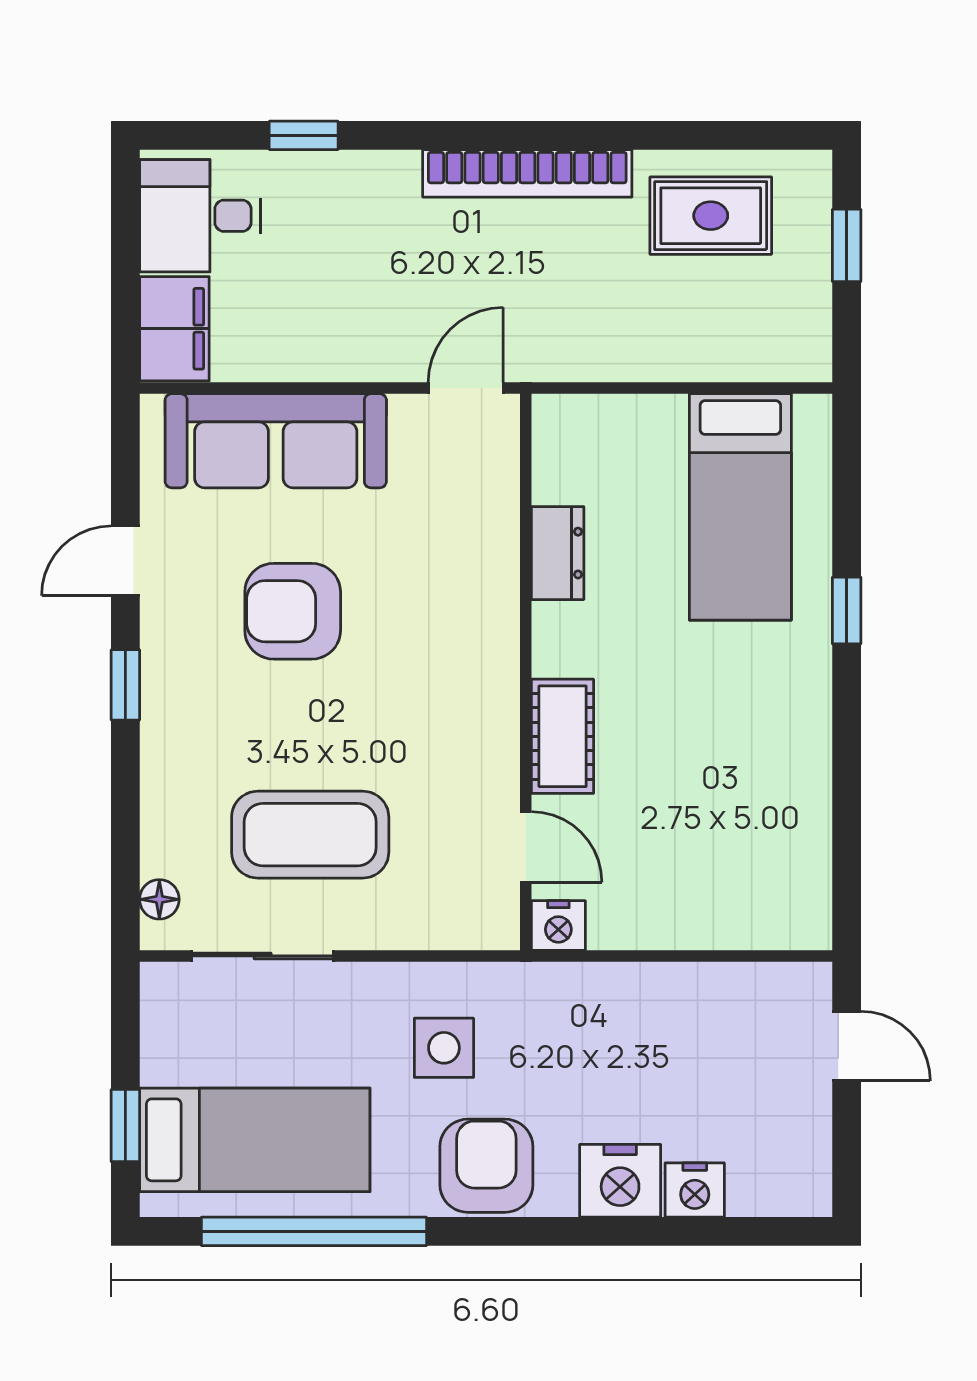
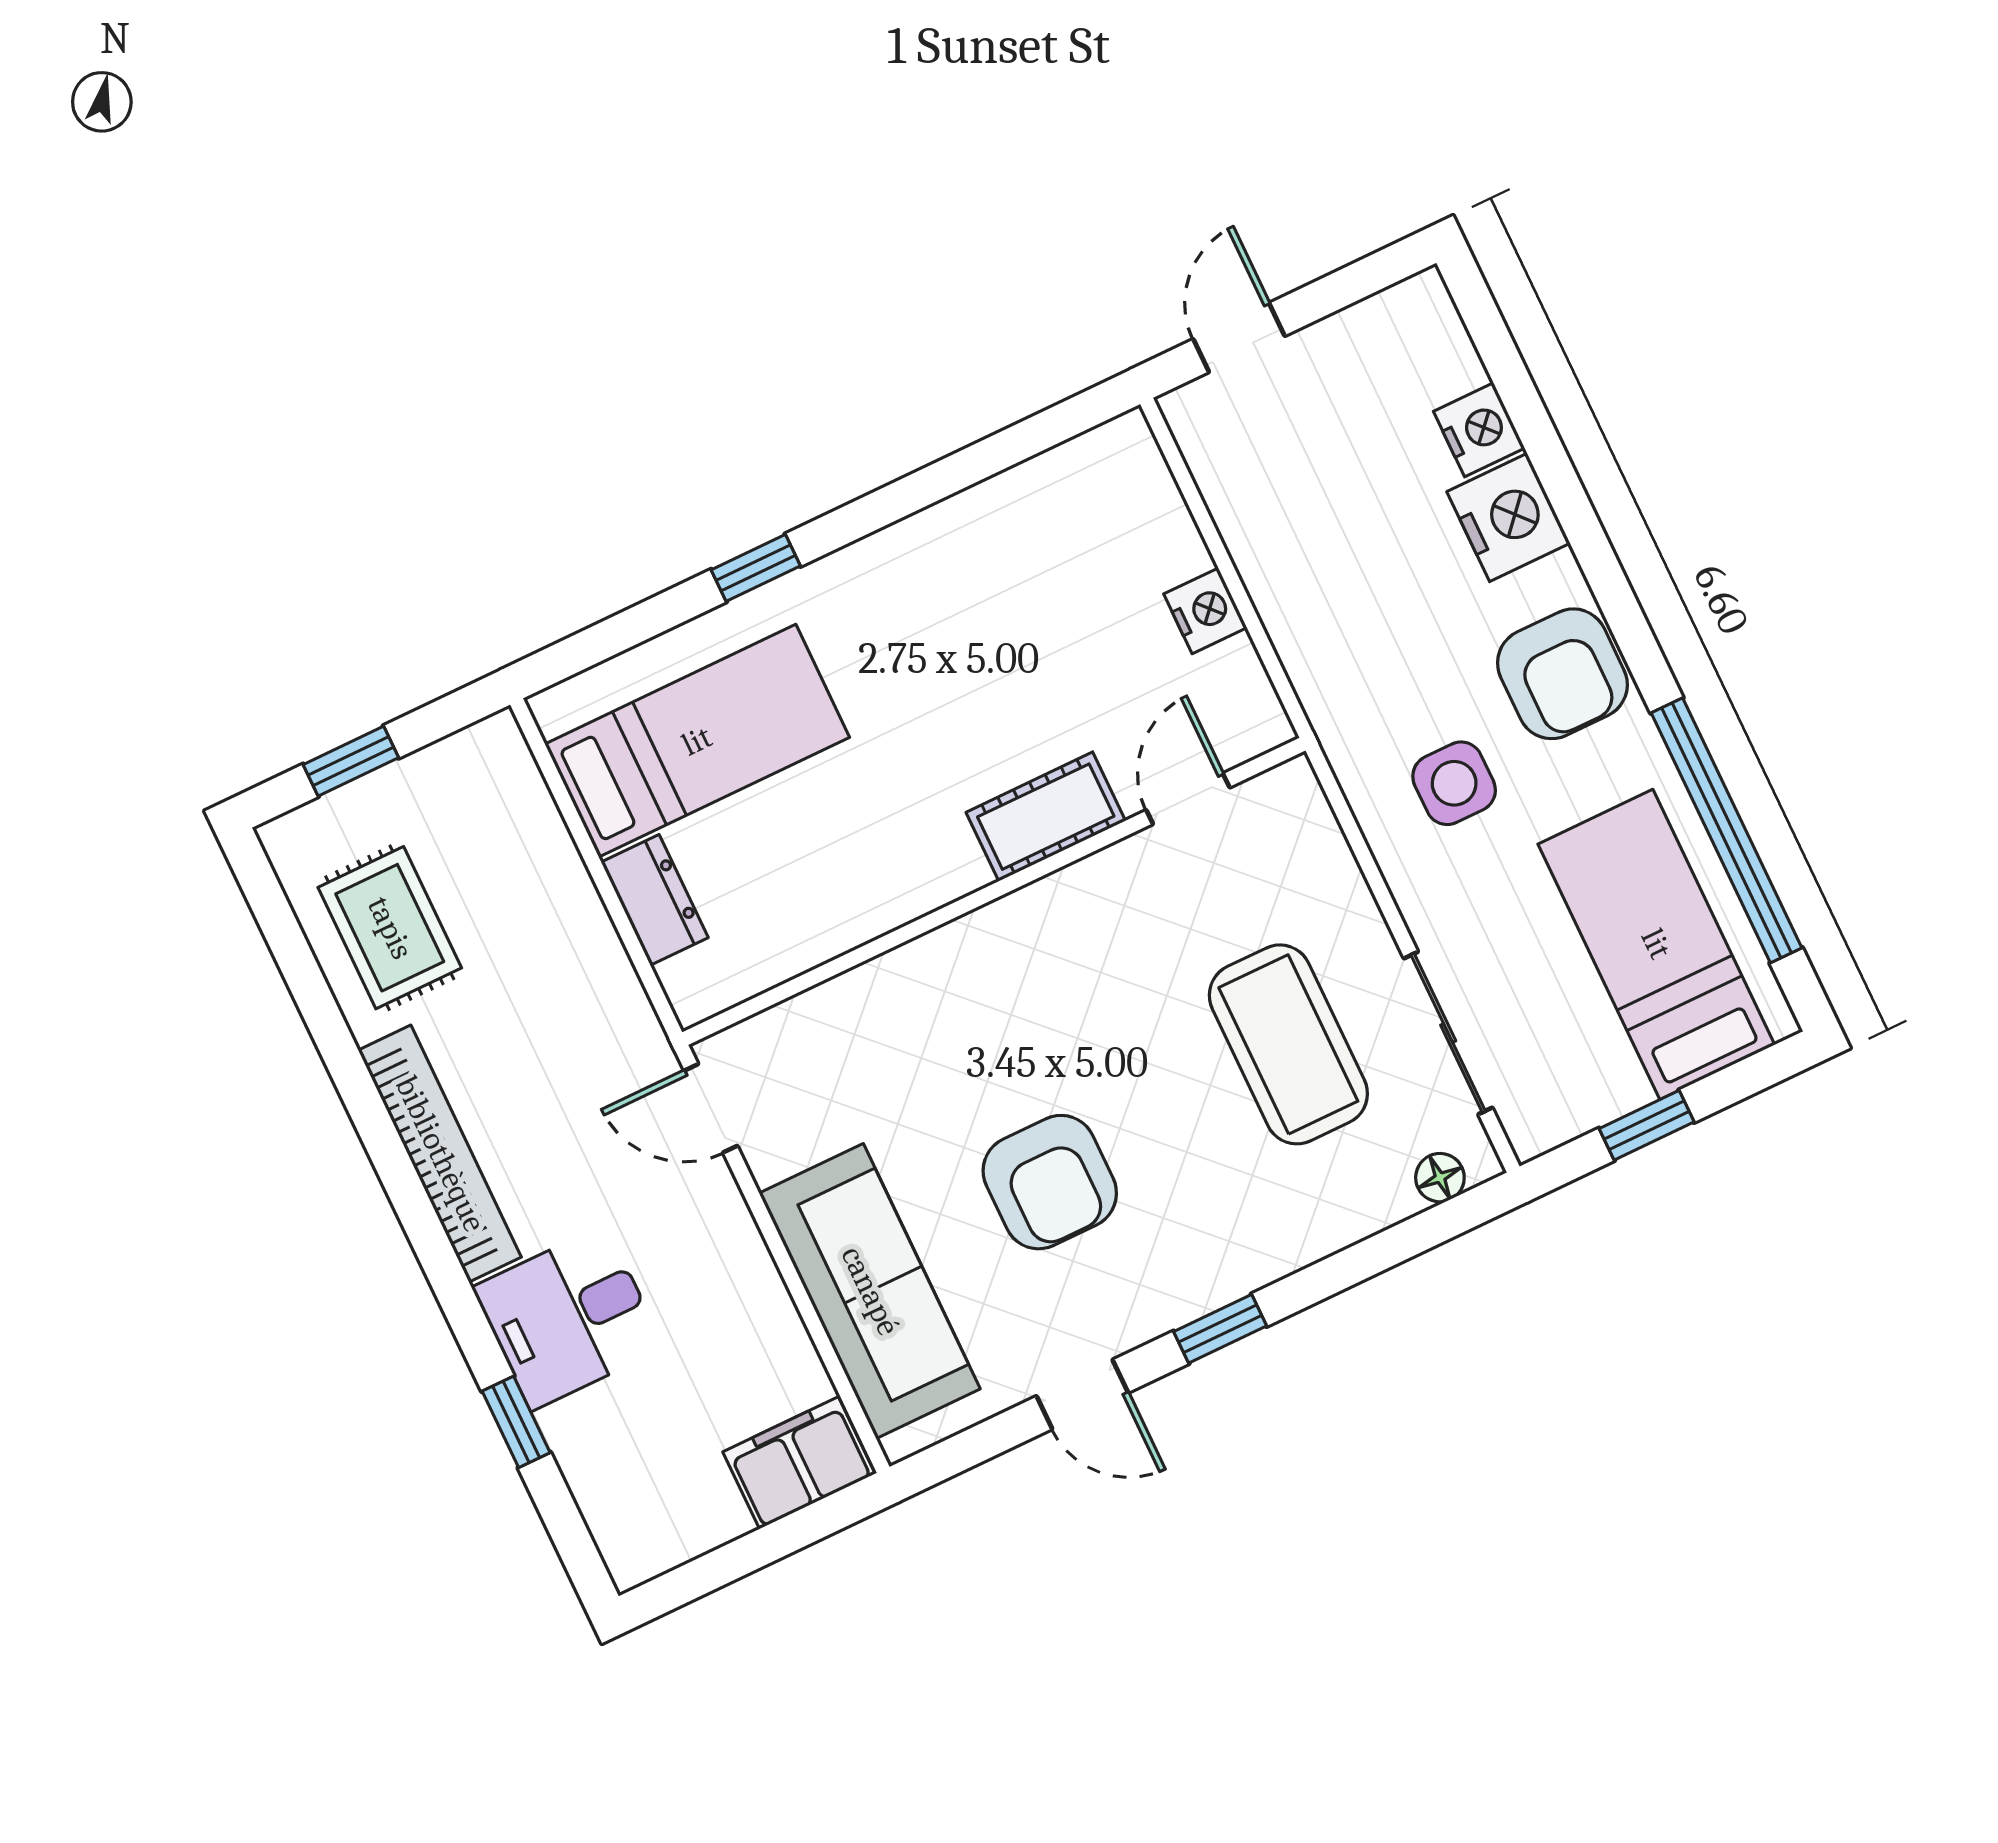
desk: (200, 216) -> (568, 1318), moved, turned 90
dresser: (558, 553) -> (655, 900), moved, turned 90
nightstand: (558, 926) -> (1205, 611), moved
window: (125, 1126) -> (1647, 1125), moved
armchair: (486, 1166) -> (1562, 674), turned -90

